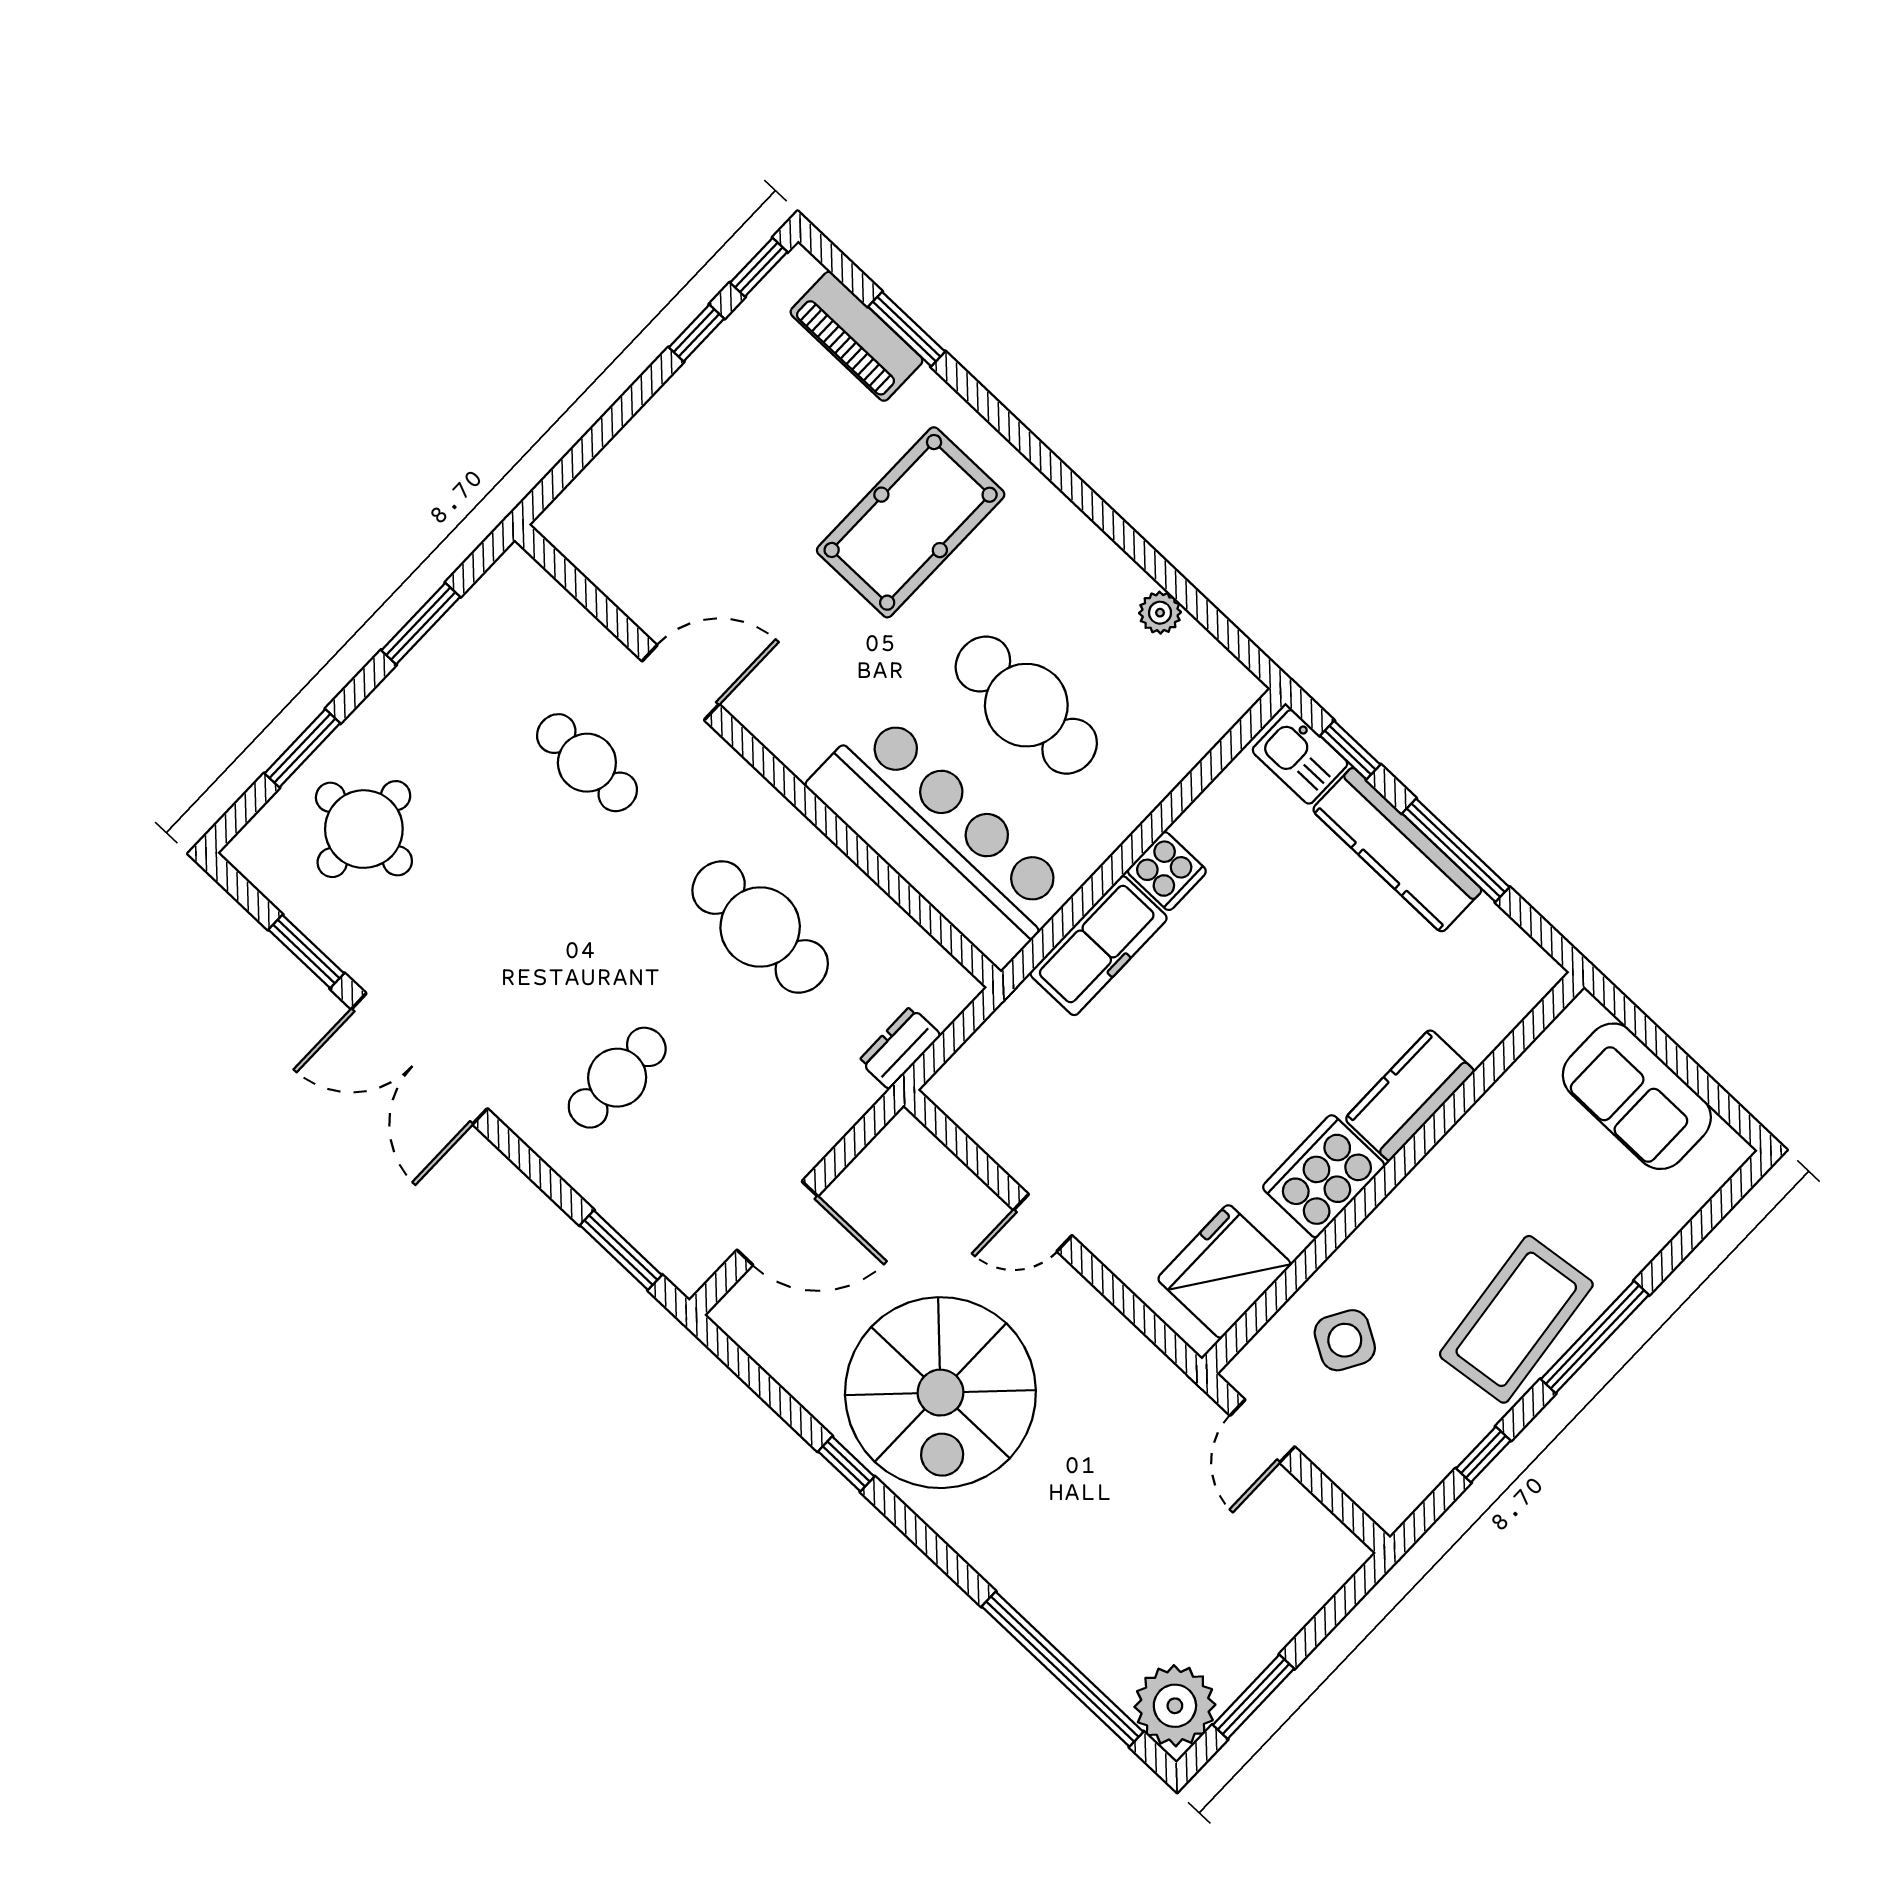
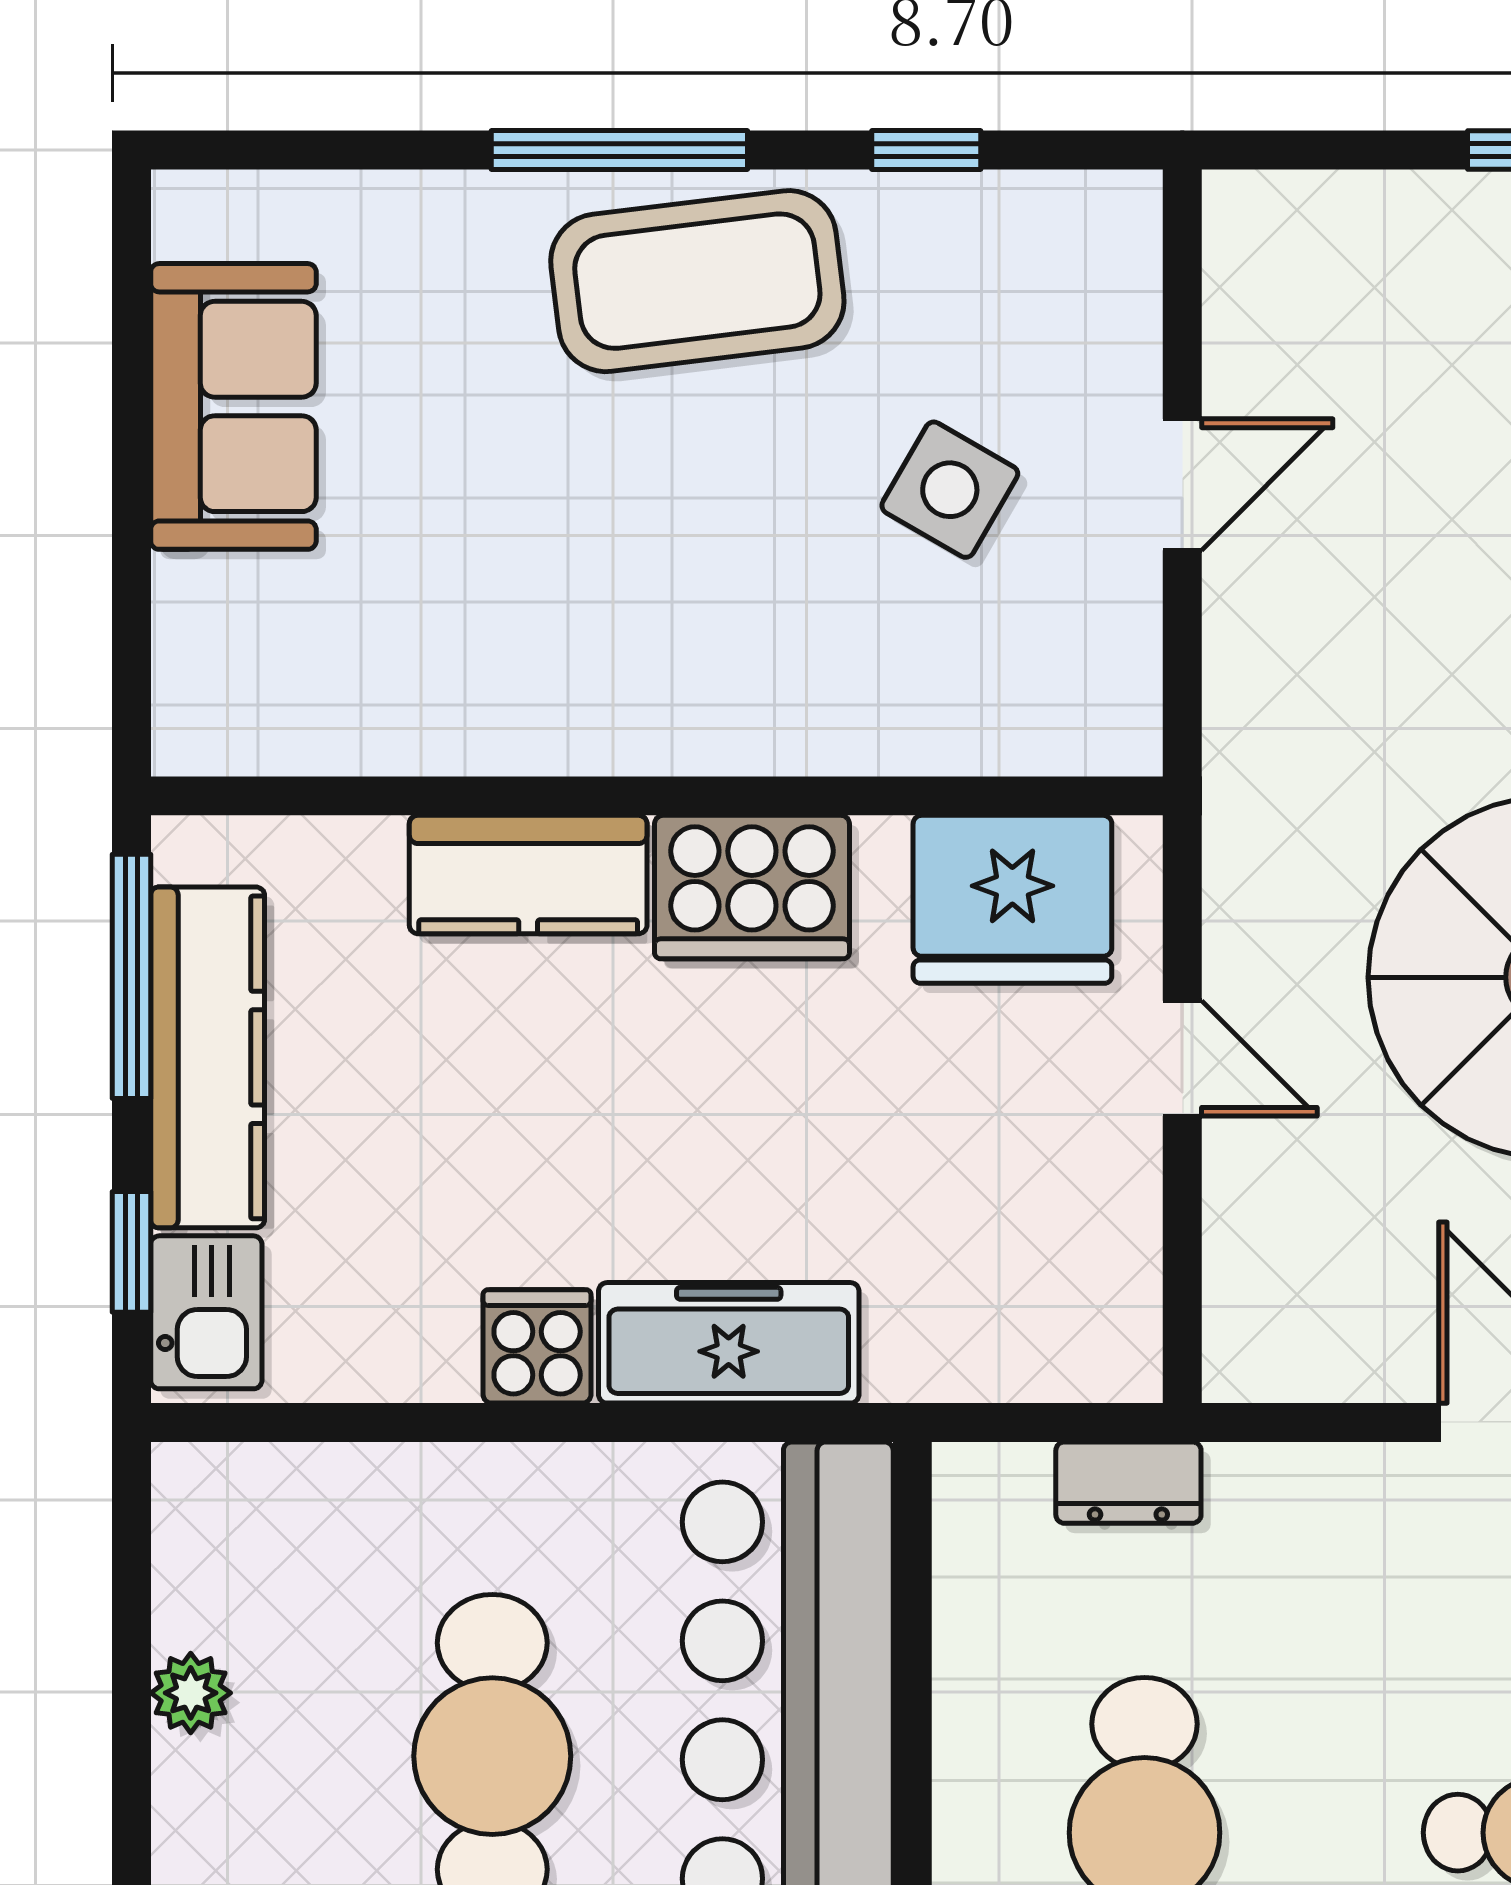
kitchen counter: (1410, 1095) -> (528, 875), moved
wall: (1393, 1173) -> (657, 796), moved
cooker: (1324, 1176) -> (752, 887), moved
fridge: (1224, 1271) -> (1012, 899), moved

